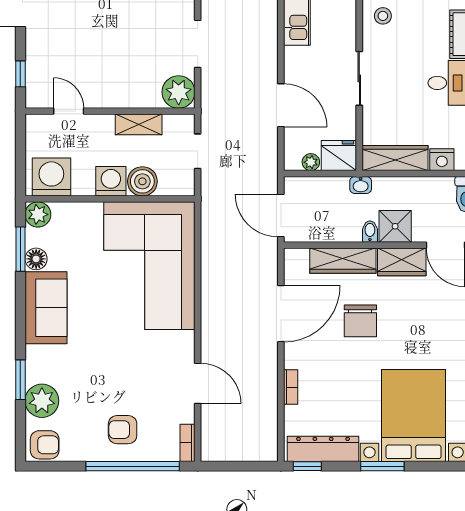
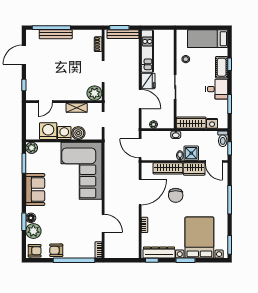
door: (69, 111) -> (45, 102), swing flipped
fridge: (339, 156) -> (148, 81), moved, turned 90
washing machine: (51, 177) -> (48, 131), moved
floor lamp: (36, 259) -> (31, 218), moved
armchair: (123, 430) -> (56, 250), moved

